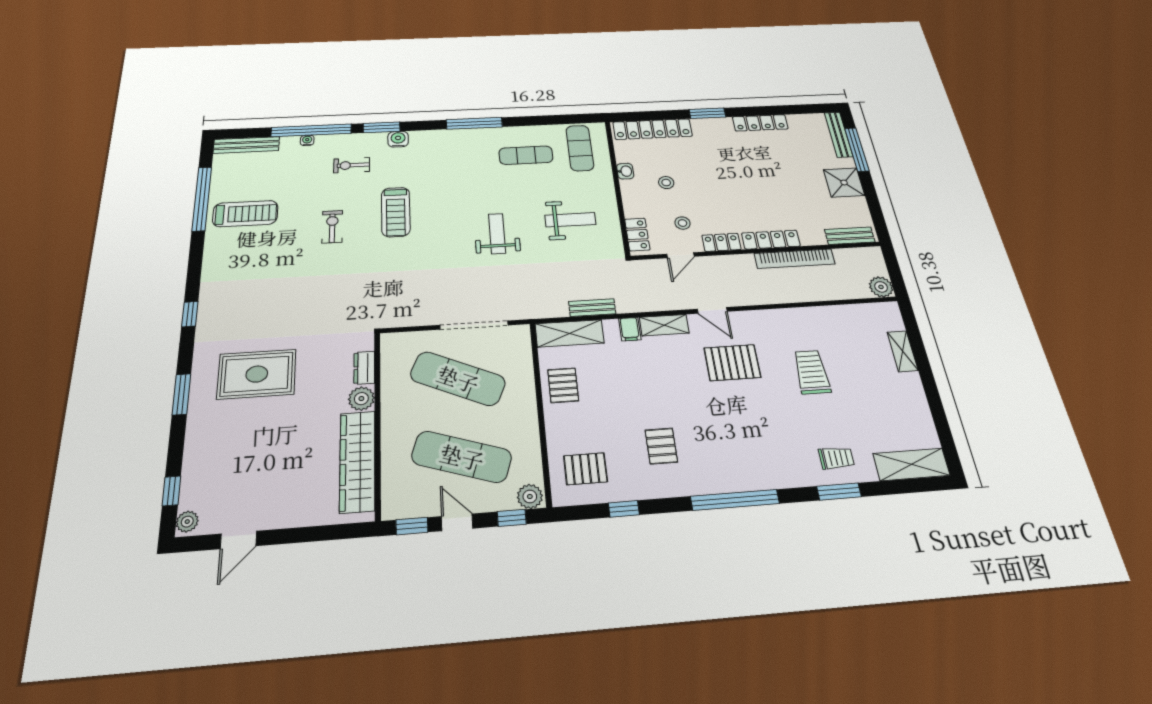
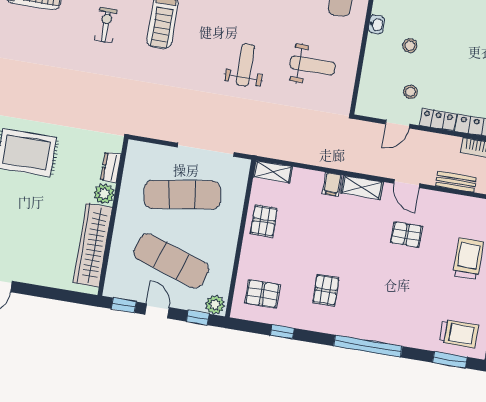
locker: (637, 234) -> (367, 94), removed
bench: (592, 308) -> (456, 182), moved
shelving: (570, 333) -> (273, 172), width x0.67, depth x0.75
pallet: (732, 363) -> (406, 235), width x0.67, depth x0.71
exercise mat: (458, 379) -> (182, 195), turned -33
trolley: (836, 458) -> (459, 334), width x1.36, depth x1.39

